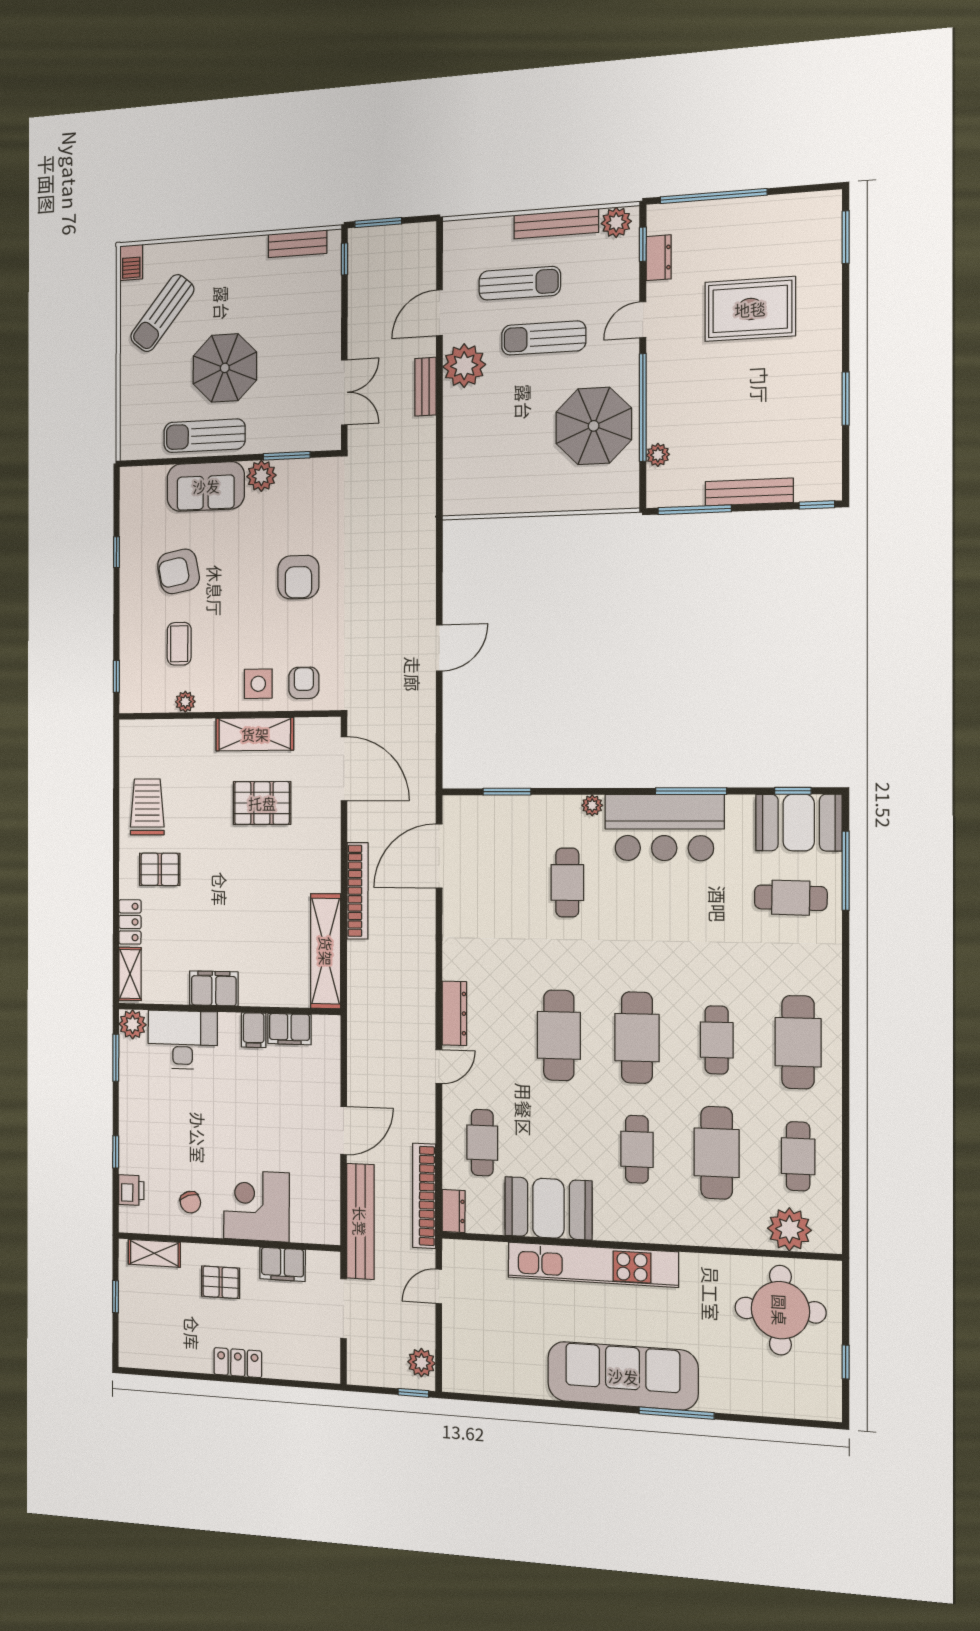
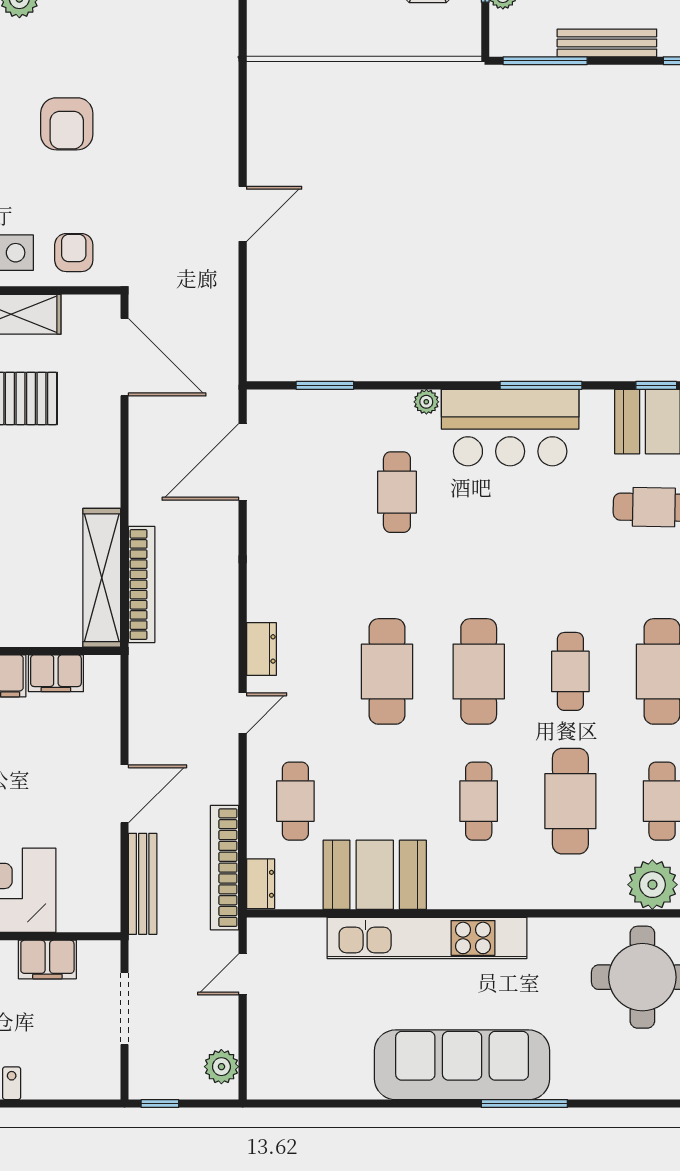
bookcase: (357, 891) -> (142, 584), moved
dresser: (454, 1013) -> (261, 649), width x0.70
bench: (360, 1221) -> (143, 884), width x0.73, depth x0.82
window: (413, 1393) -> (160, 1104), moved

